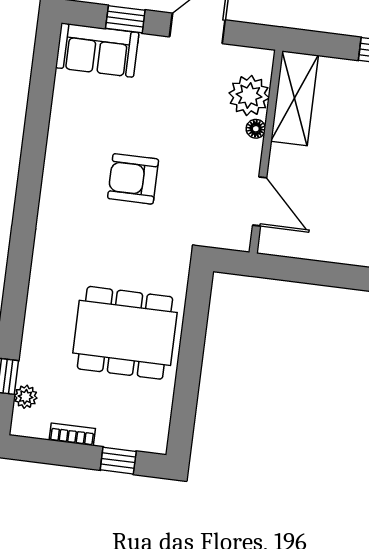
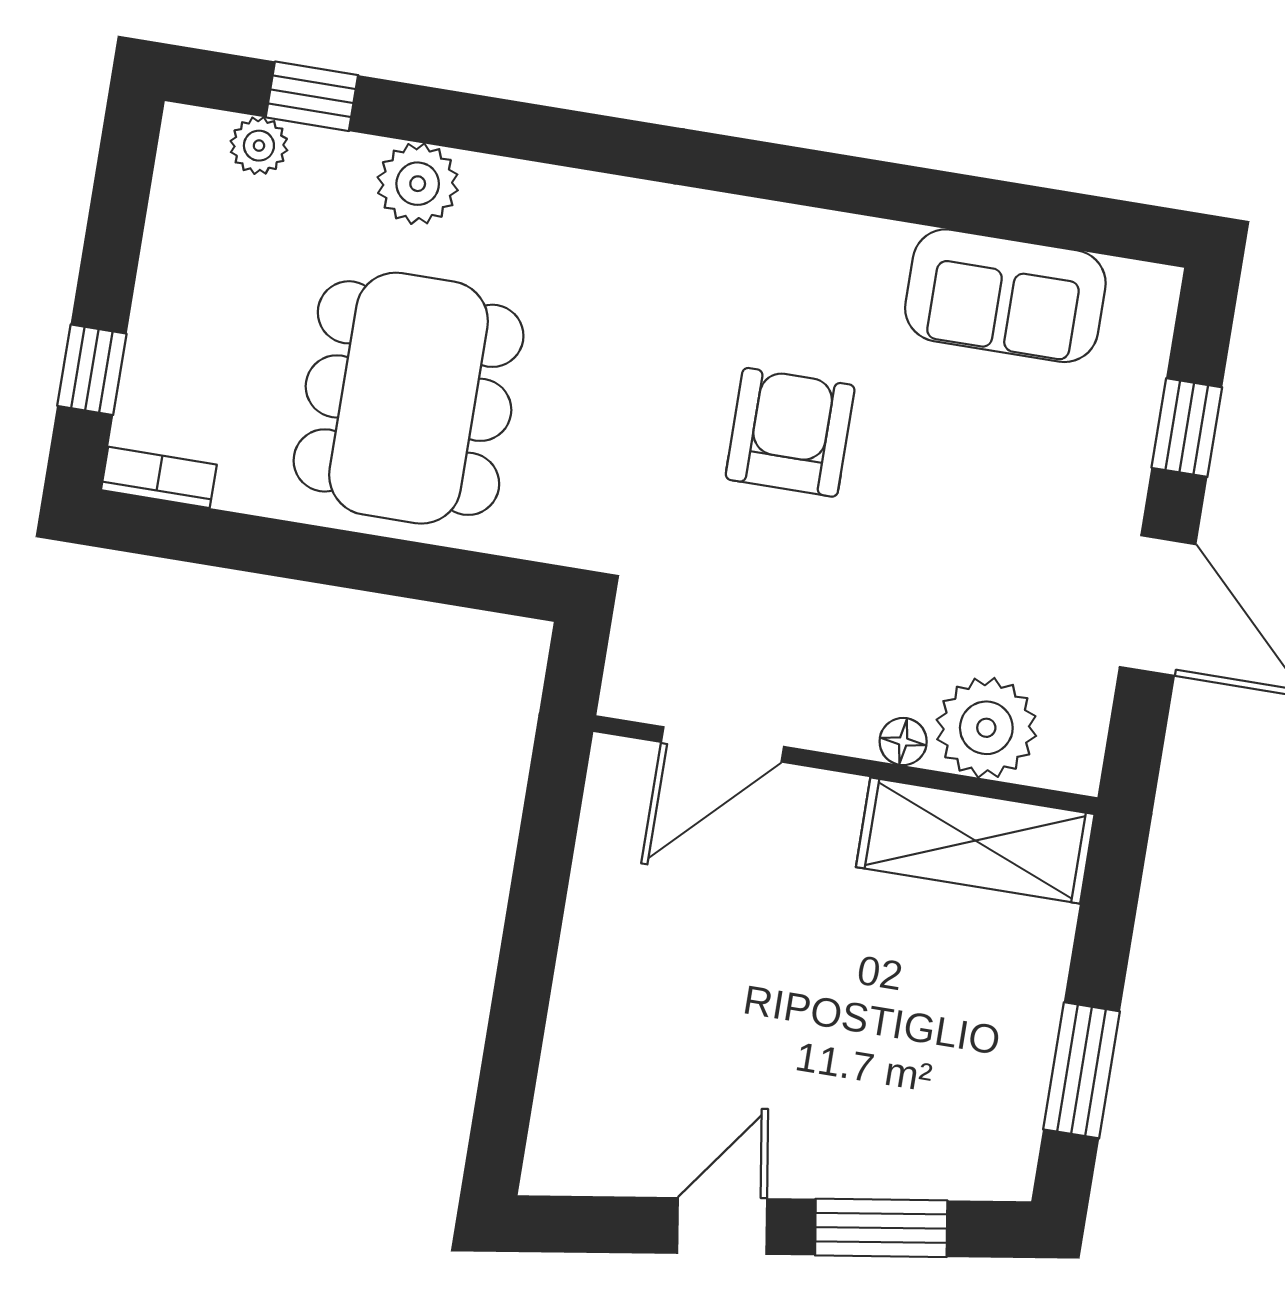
sofa: (97, 50) -> (1005, 296), moved, turned -90
plant: (39, 332) -> (418, 184), added
bookcase: (72, 434) -> (159, 477), moved, turned -90

